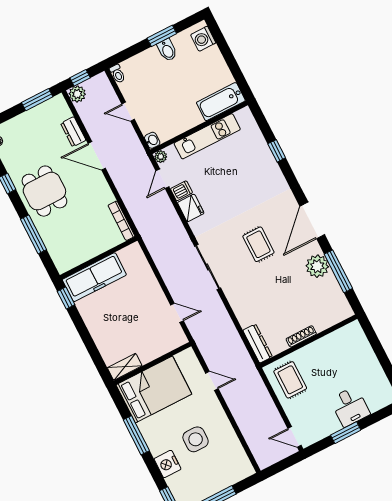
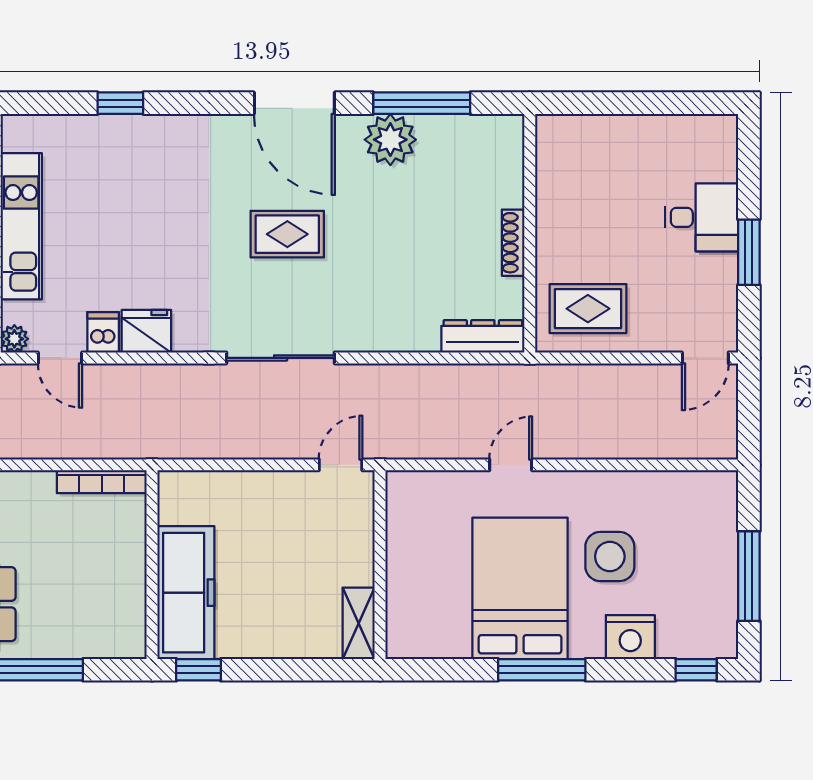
wall: (153, 363) -> (380, 565), moved
shelving: (125, 367) -> (359, 623), moved
bed: (154, 389) -> (520, 588), moved

